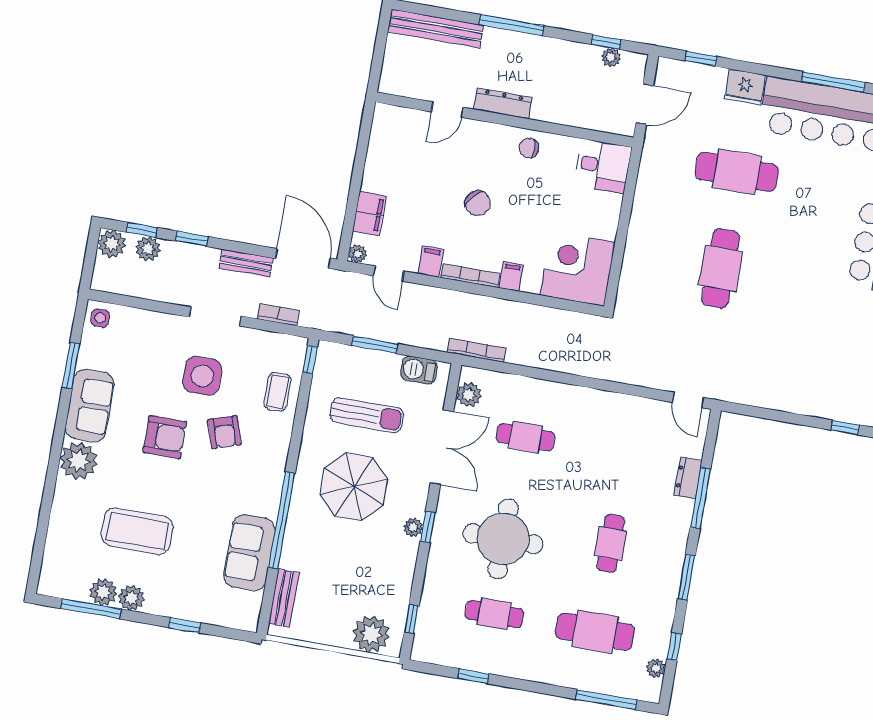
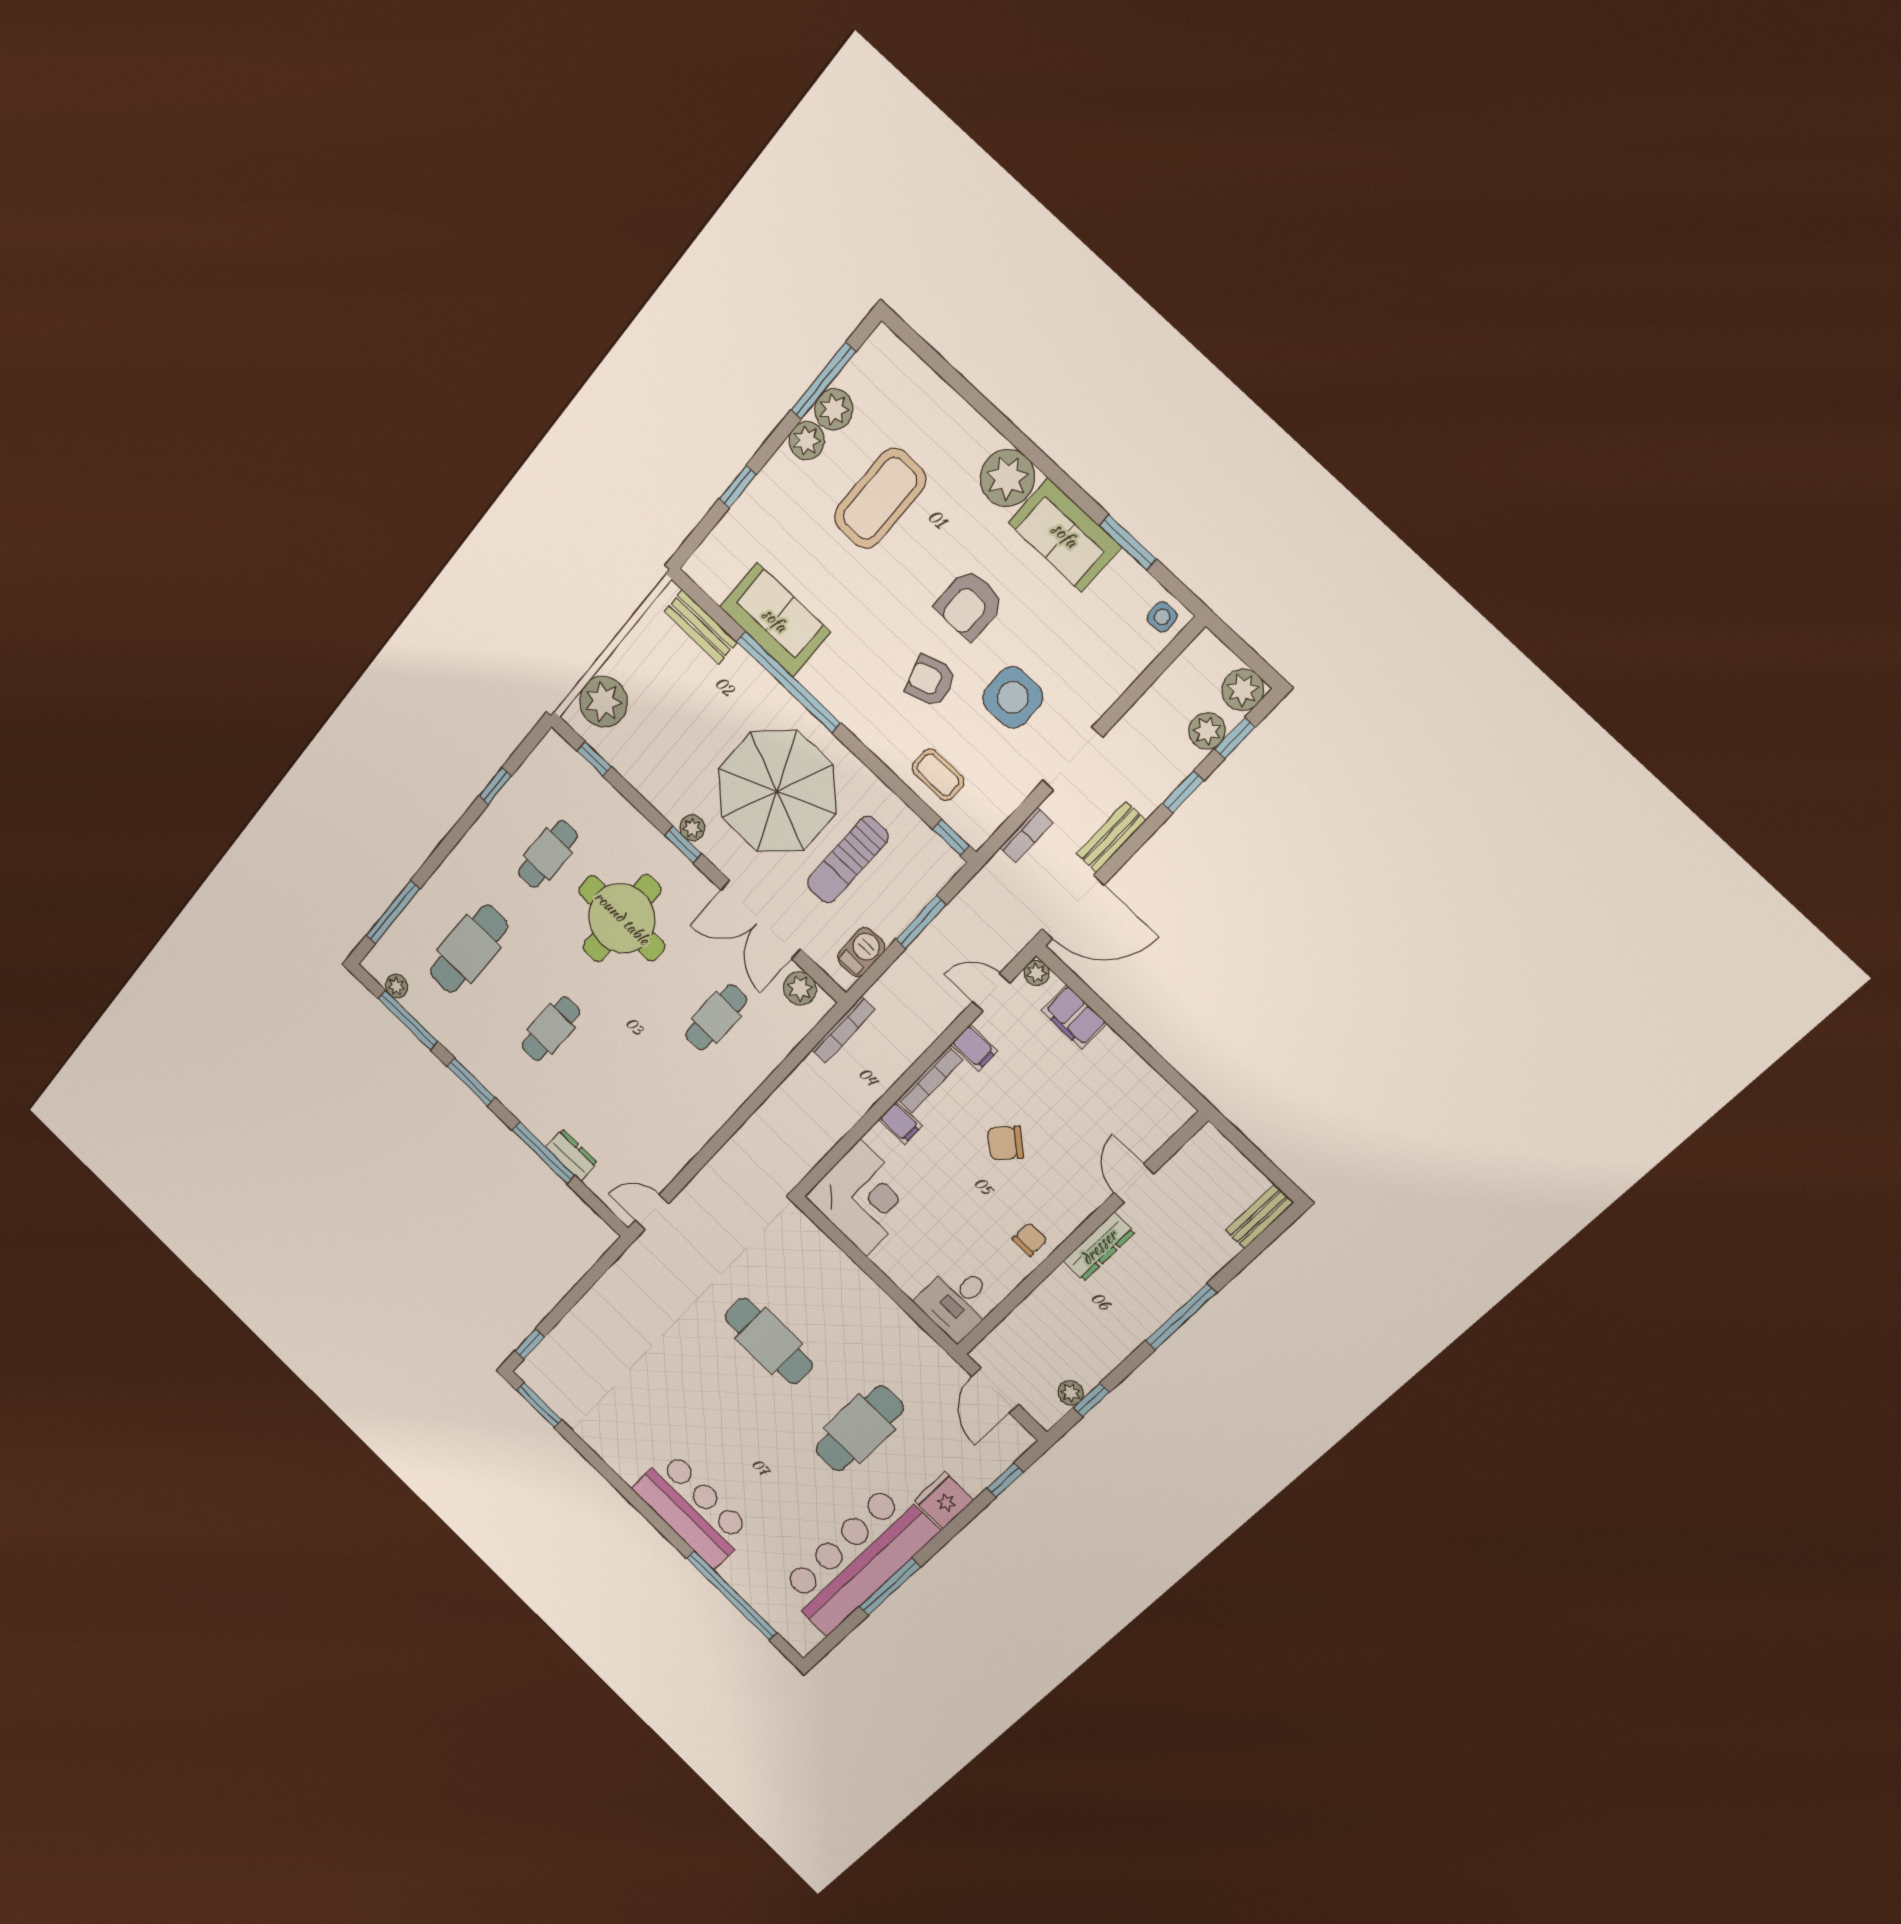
bench: (436, 29) -> (1260, 1216), width x0.54, depth x0.82
parasol: (354, 487) -> (777, 791), width x1.36, depth x1.36
cafe table: (611, 543) -> (551, 1029), turned 90
window: (674, 647) -> (408, 1020), width x2.17

